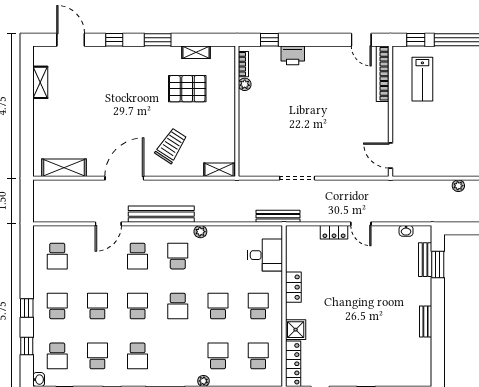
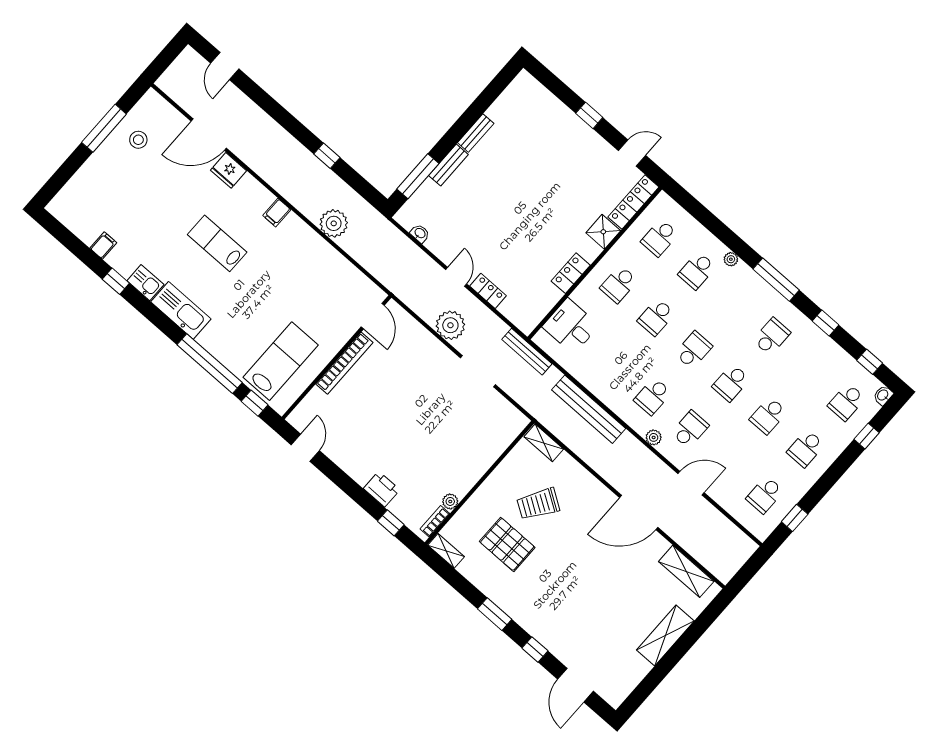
shelving: (196, 52) -> (446, 551), moved
bookcase: (383, 74) -> (344, 363), moved
lab bench: (422, 79) -> (281, 361), width x1.36, depth x1.39
shelving: (40, 82) -> (665, 636), moved, width x1.50, depth x1.33
trolley: (171, 146) -> (538, 504), moved
plant: (458, 186) -> (334, 223), width x1.87, depth x1.87
plant: (338, 191) -> (450, 325), added
bench: (161, 214) -> (589, 409), moved
plant: (200, 232) -> (654, 437), moved
school desk: (57, 256) -> (765, 495), turned 180
bench: (425, 260) -> (448, 165), moved
window: (438, 264) -> (418, 176), width x1.44
window: (27, 308) -> (795, 518), moved
school desk: (57, 356) -> (846, 402), turned 180
school desk: (97, 356) -> (809, 369), removed

